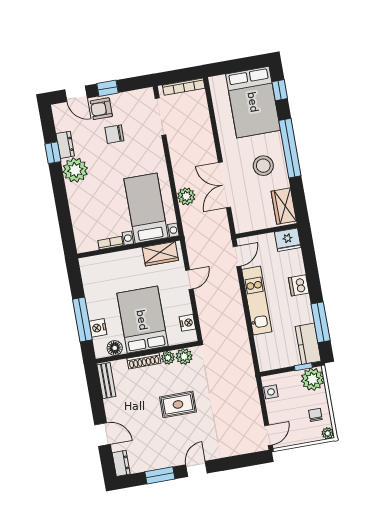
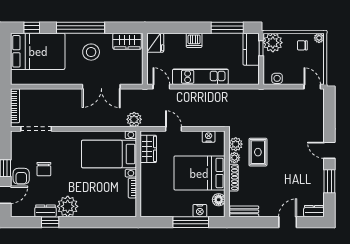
plant: (186, 196) -> (134, 119), moved
kitchen counter: (308, 344) -> (251, 49), moved, turned 90
rug: (178, 404) -> (258, 152), moved

